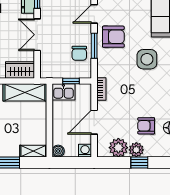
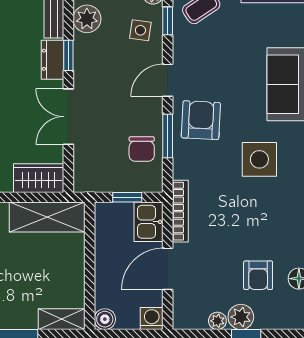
armchair: (113, 37) -> (201, 120), turned -87
bookcase: (101, 89) -> (180, 211), width x1.56
kitchen sink: (63, 92) -> (149, 222), moved, turned 90
armchair: (146, 126) -> (258, 275), turned -90
plant: (118, 148) -> (217, 321), width x0.53, depth x0.53

